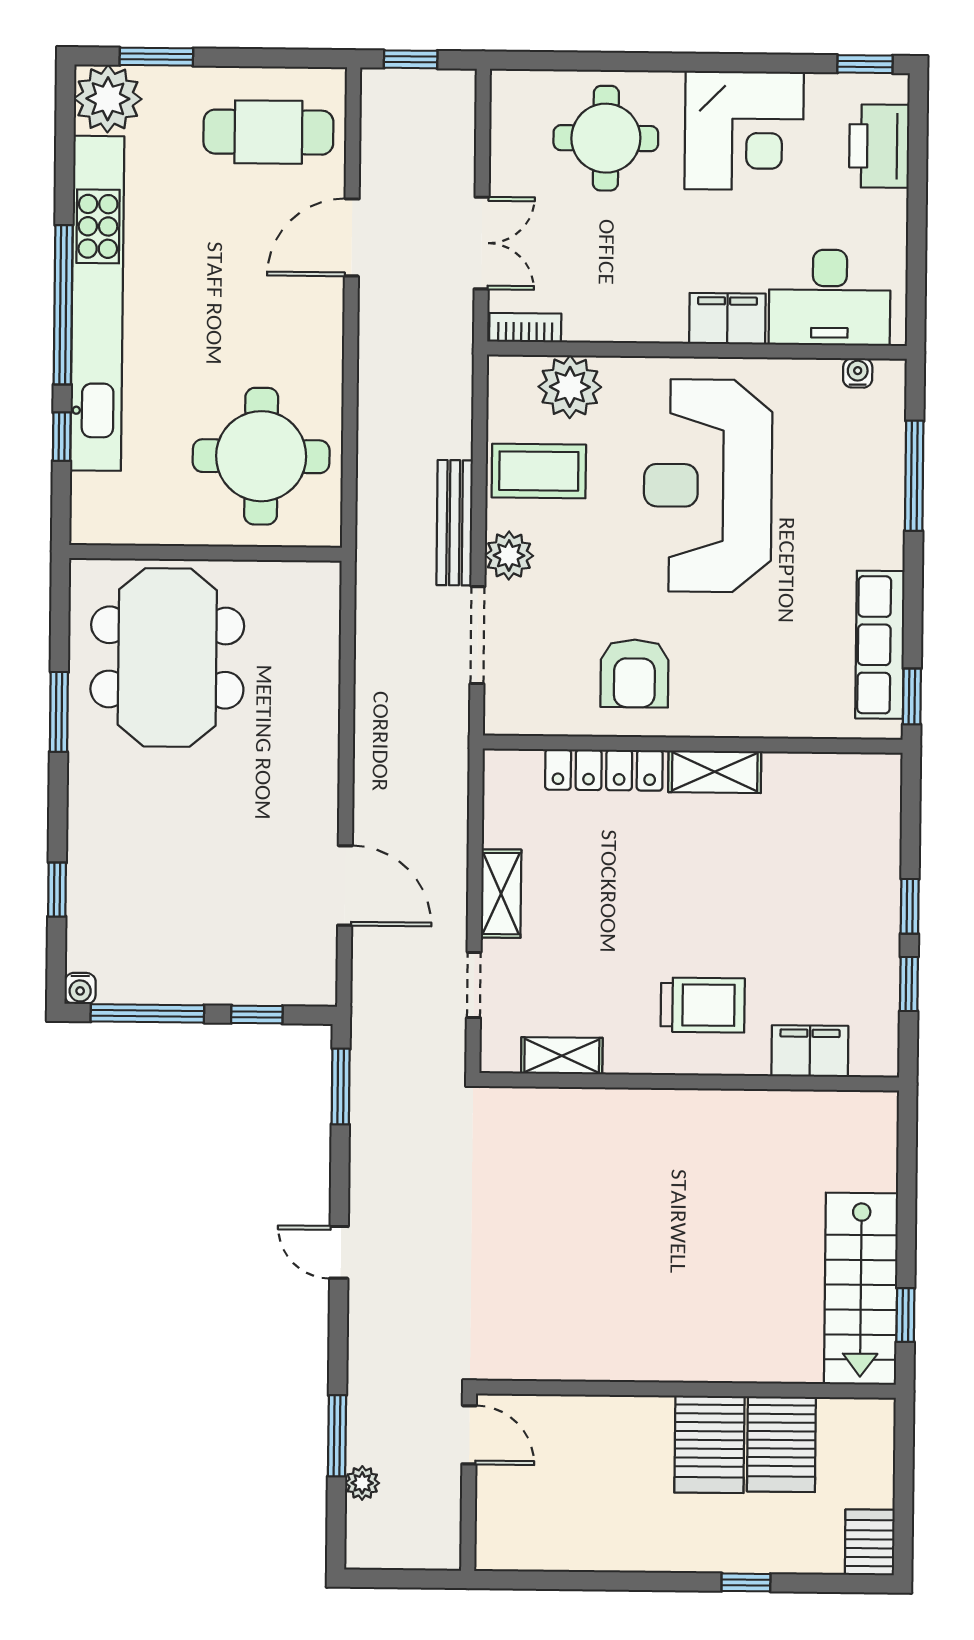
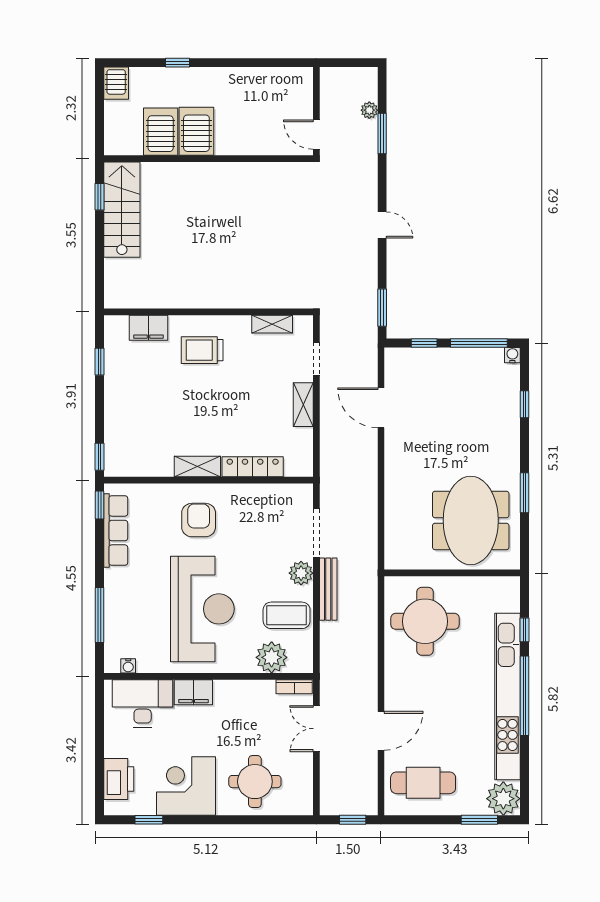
window: (865, 64) -> (149, 820), moved
armchair: (634, 673) -> (199, 520), moved
window: (910, 906) -> (99, 457), moved

